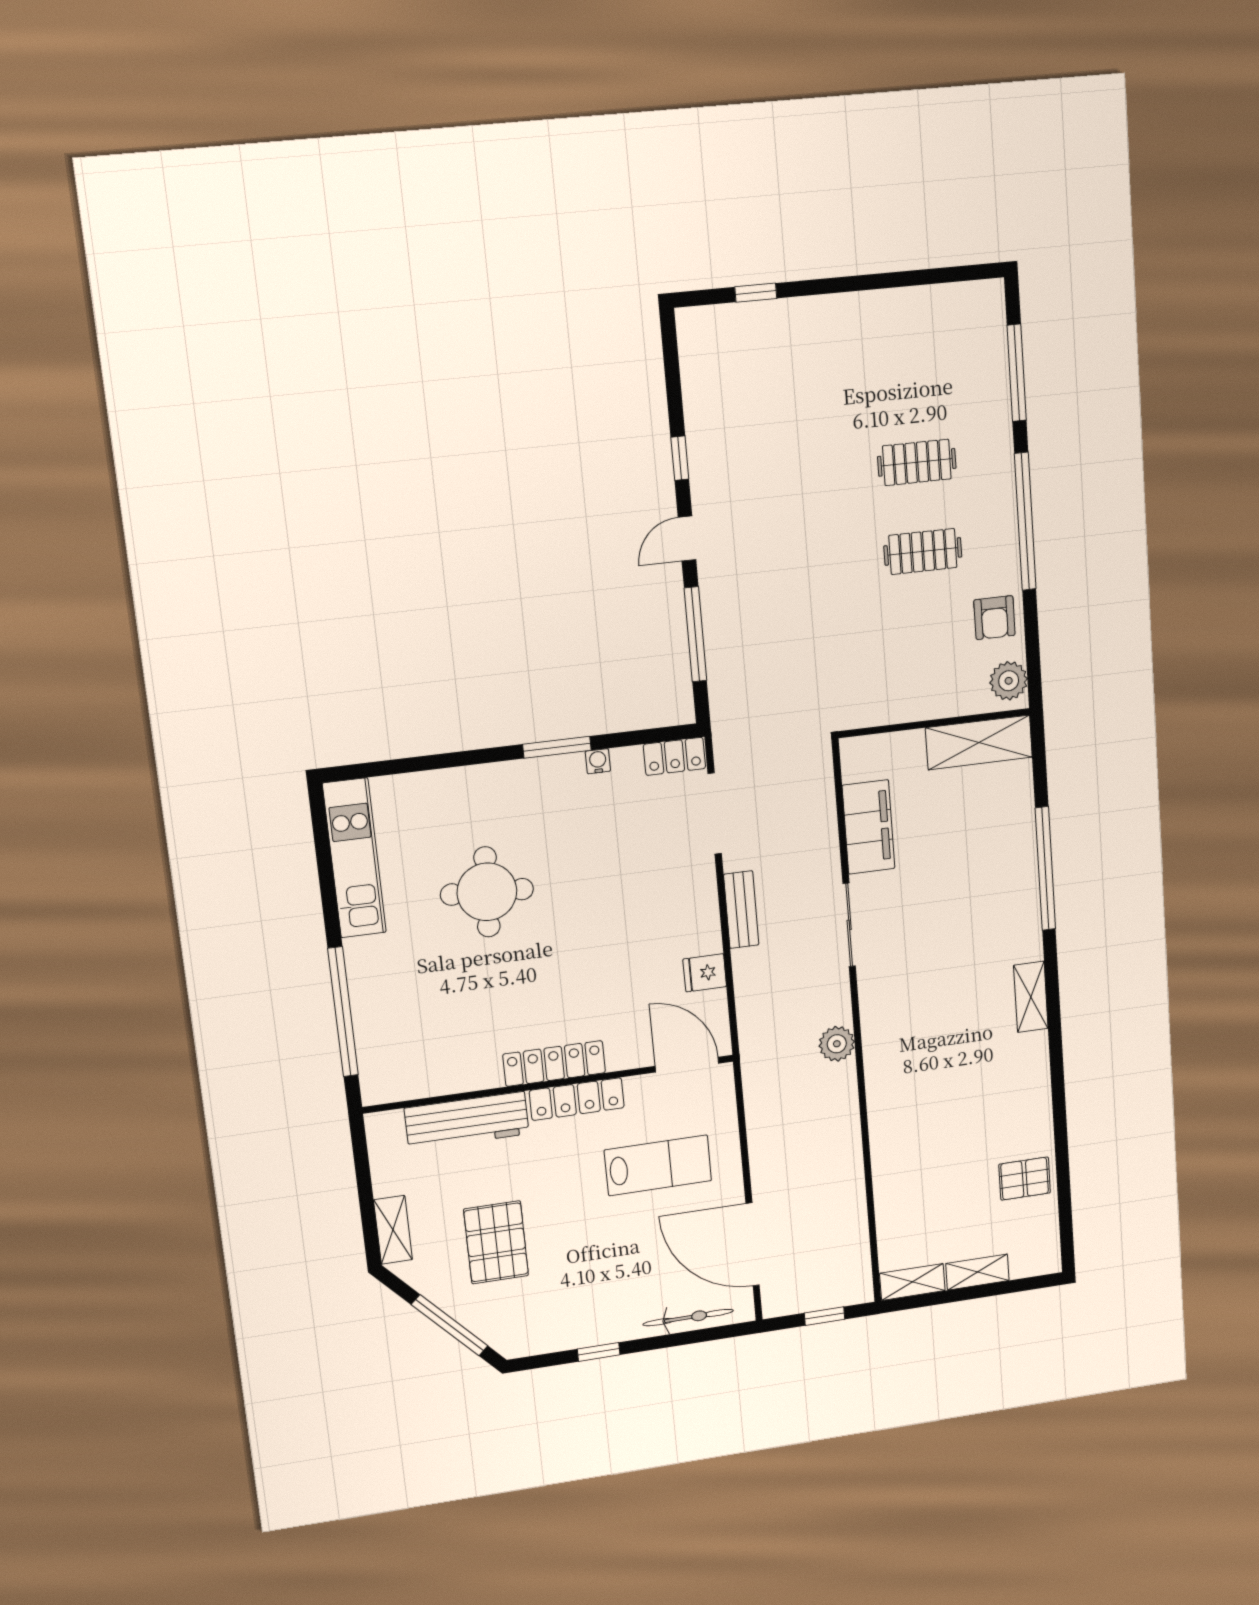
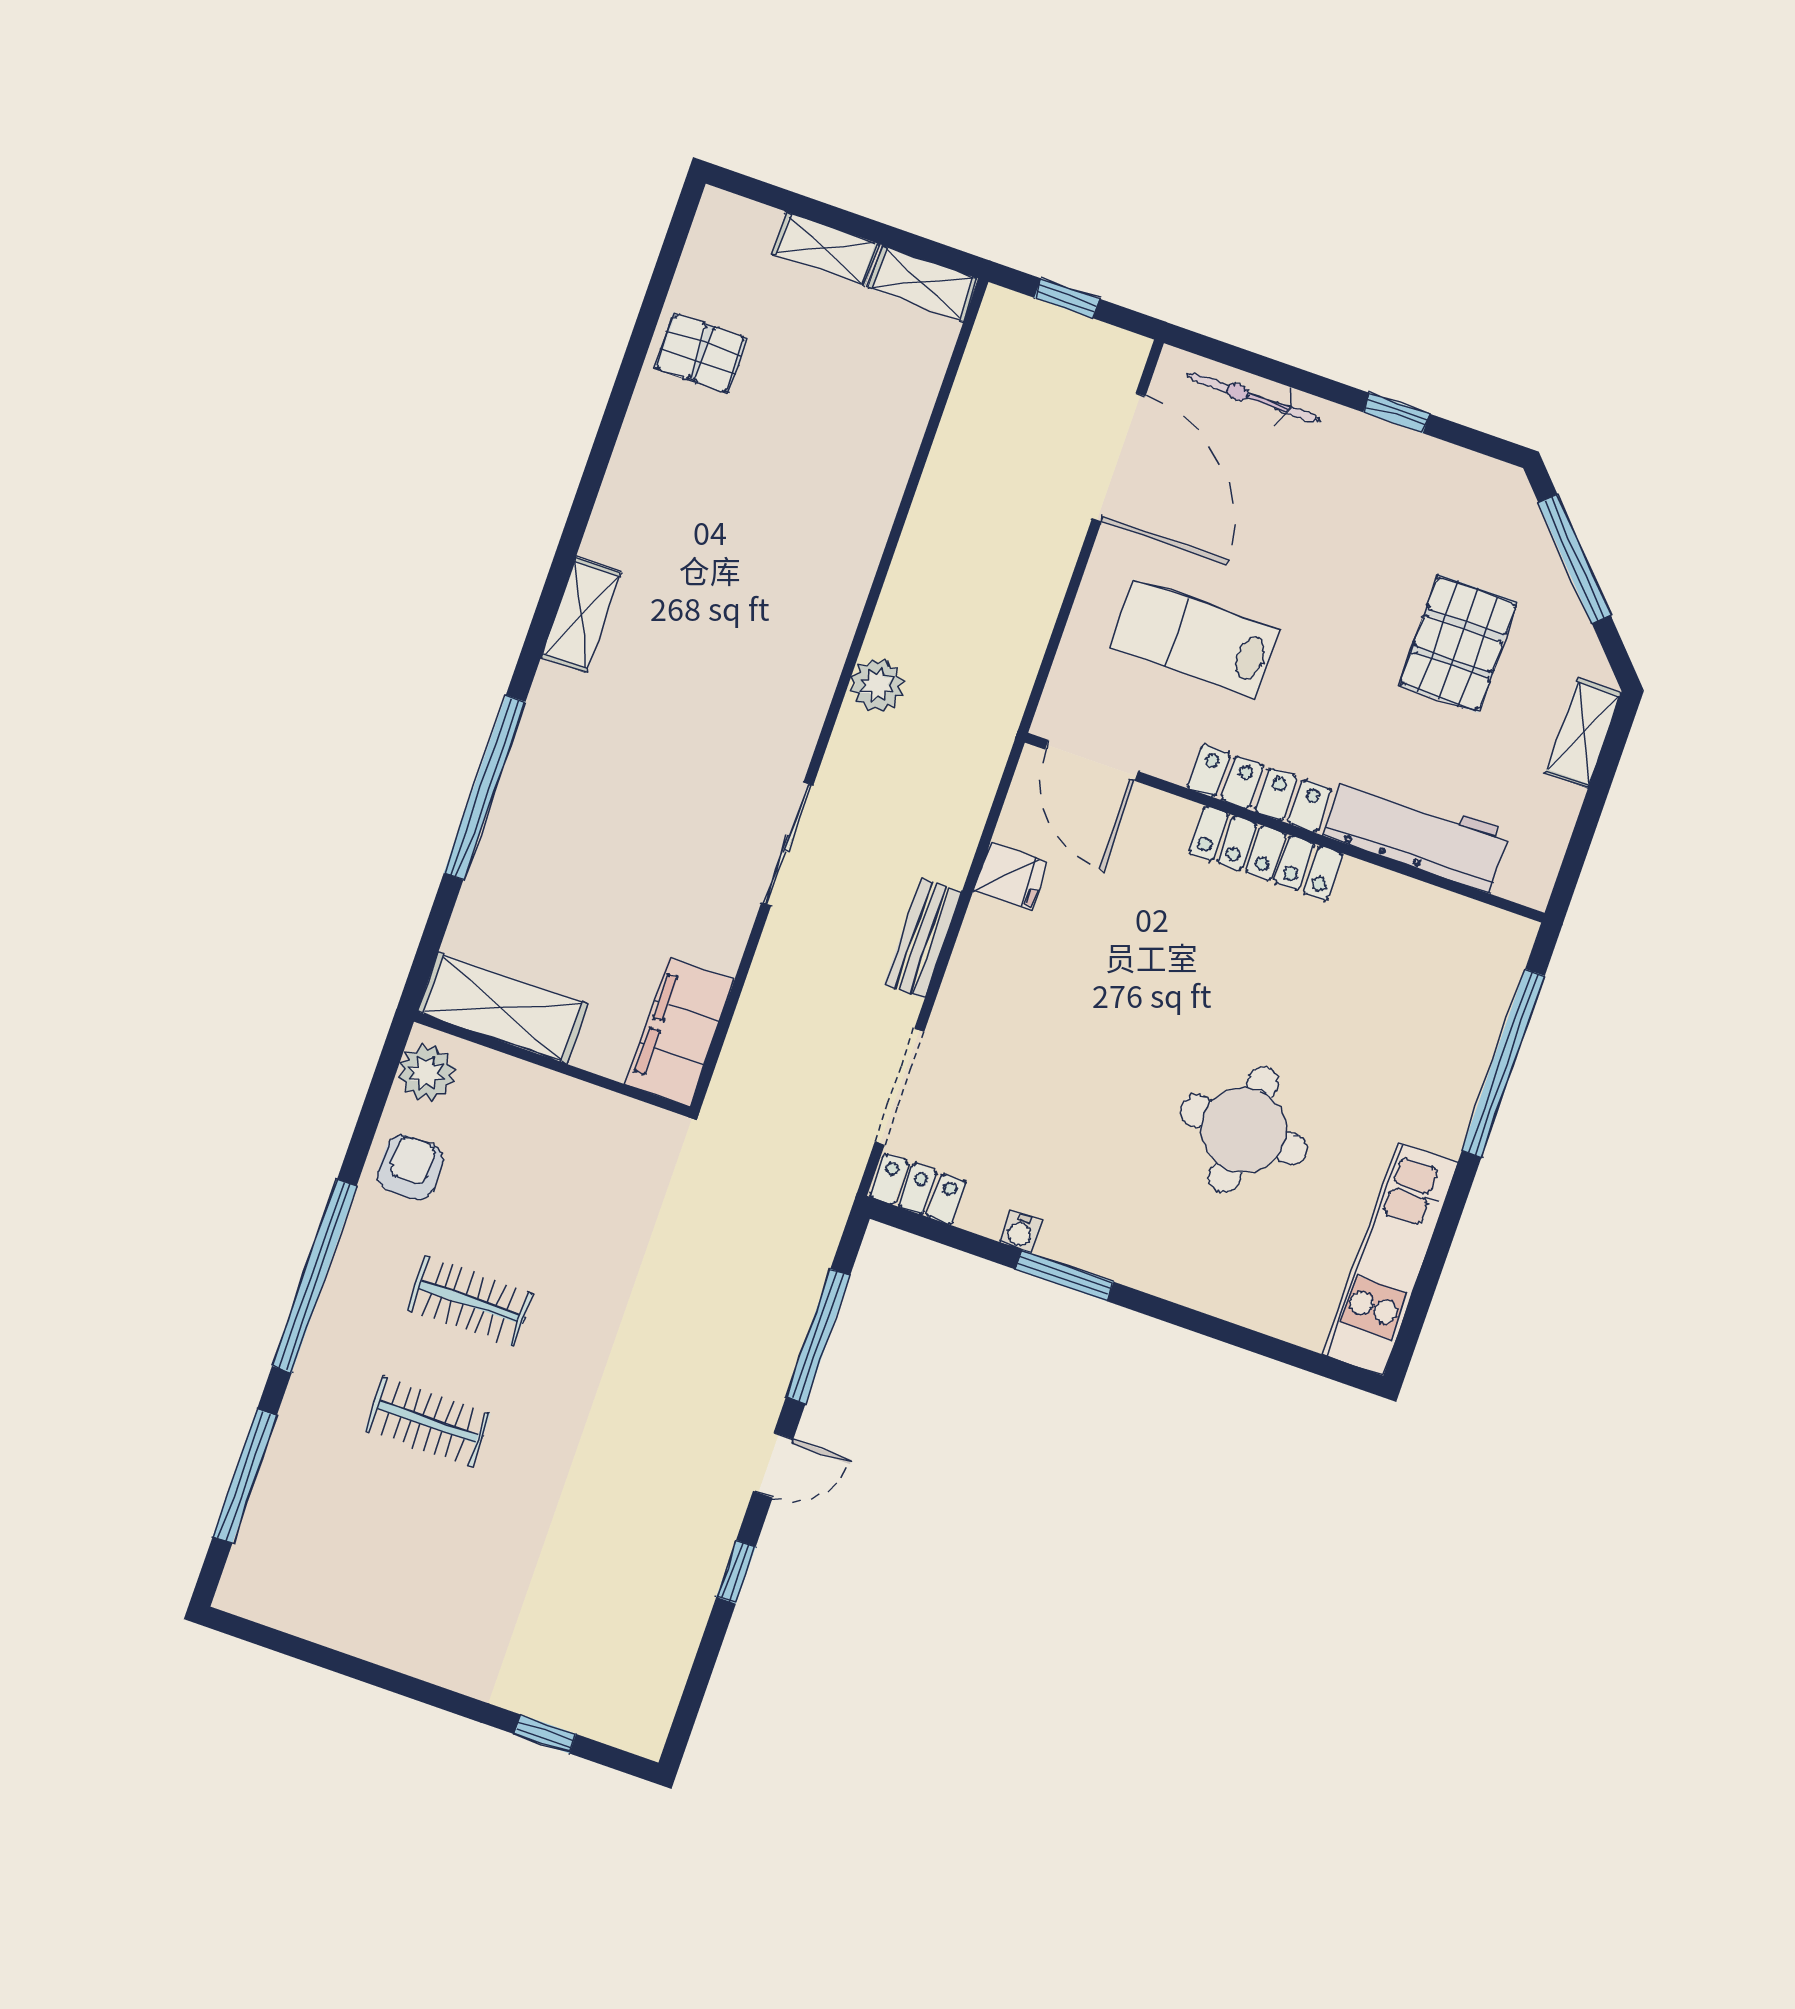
filing cabinet: (868, 827) -> (679, 1032), moved

